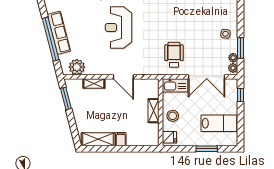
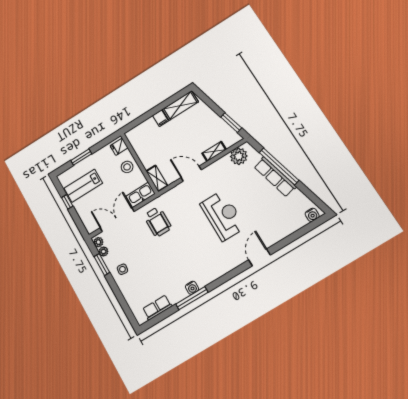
window: (241, 95) -> (67, 202), moved
shelving: (154, 111) -> (157, 178), moved

